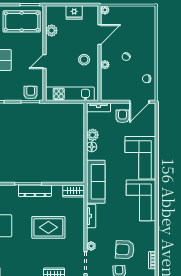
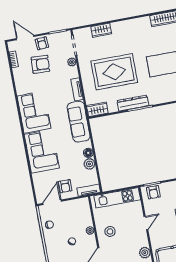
rug: (48, 227) -> (114, 72), width x1.37, depth x1.44

